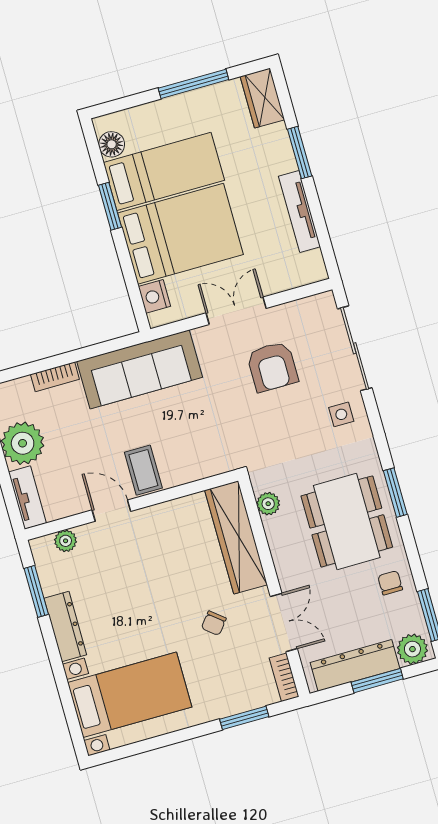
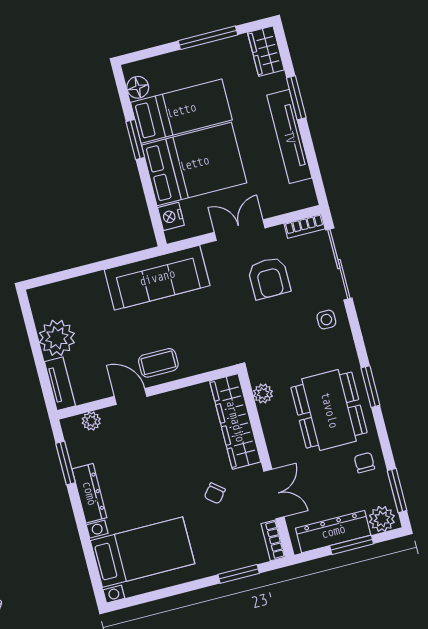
tv unit: (299, 212) -> (289, 137), width x1.36, depth x1.29
bookcase: (55, 377) -> (304, 226), moved
coffee table: (143, 470) -> (158, 363), turned 90

